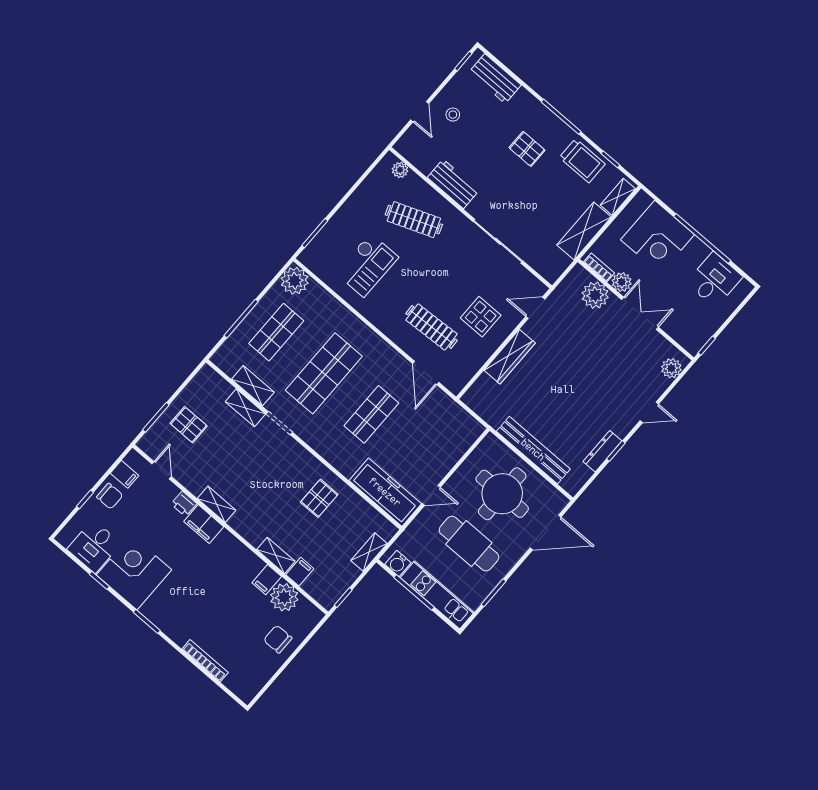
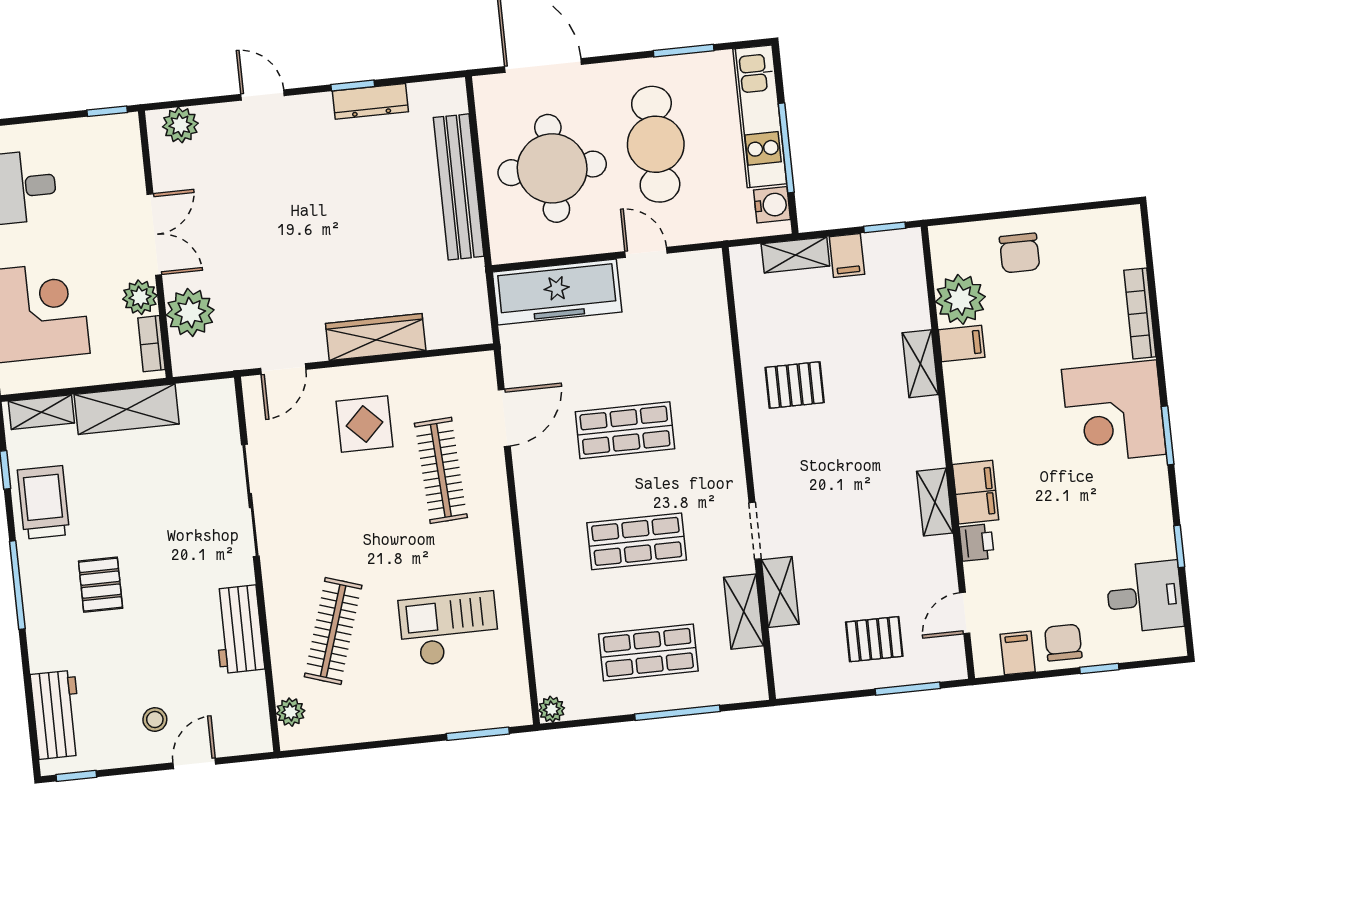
clothes rail: (414, 220) -> (333, 631), turned 39
plant: (295, 281) -> (552, 709), width x0.53, depth x0.53
door: (535, 308) -> (283, 369), hinge flipped
double door: (640, 313) -> (154, 235), swing flipped
shop shelf: (324, 373) -> (637, 541), width x0.70, depth x0.74
pallet: (189, 425) -> (874, 639), turned 90
freezer: (385, 492) -> (557, 292), moved, turned -90
corner desk: (134, 572) -> (1114, 412), moved
filing cabinet: (300, 572) -> (847, 255), moved, turned -90

